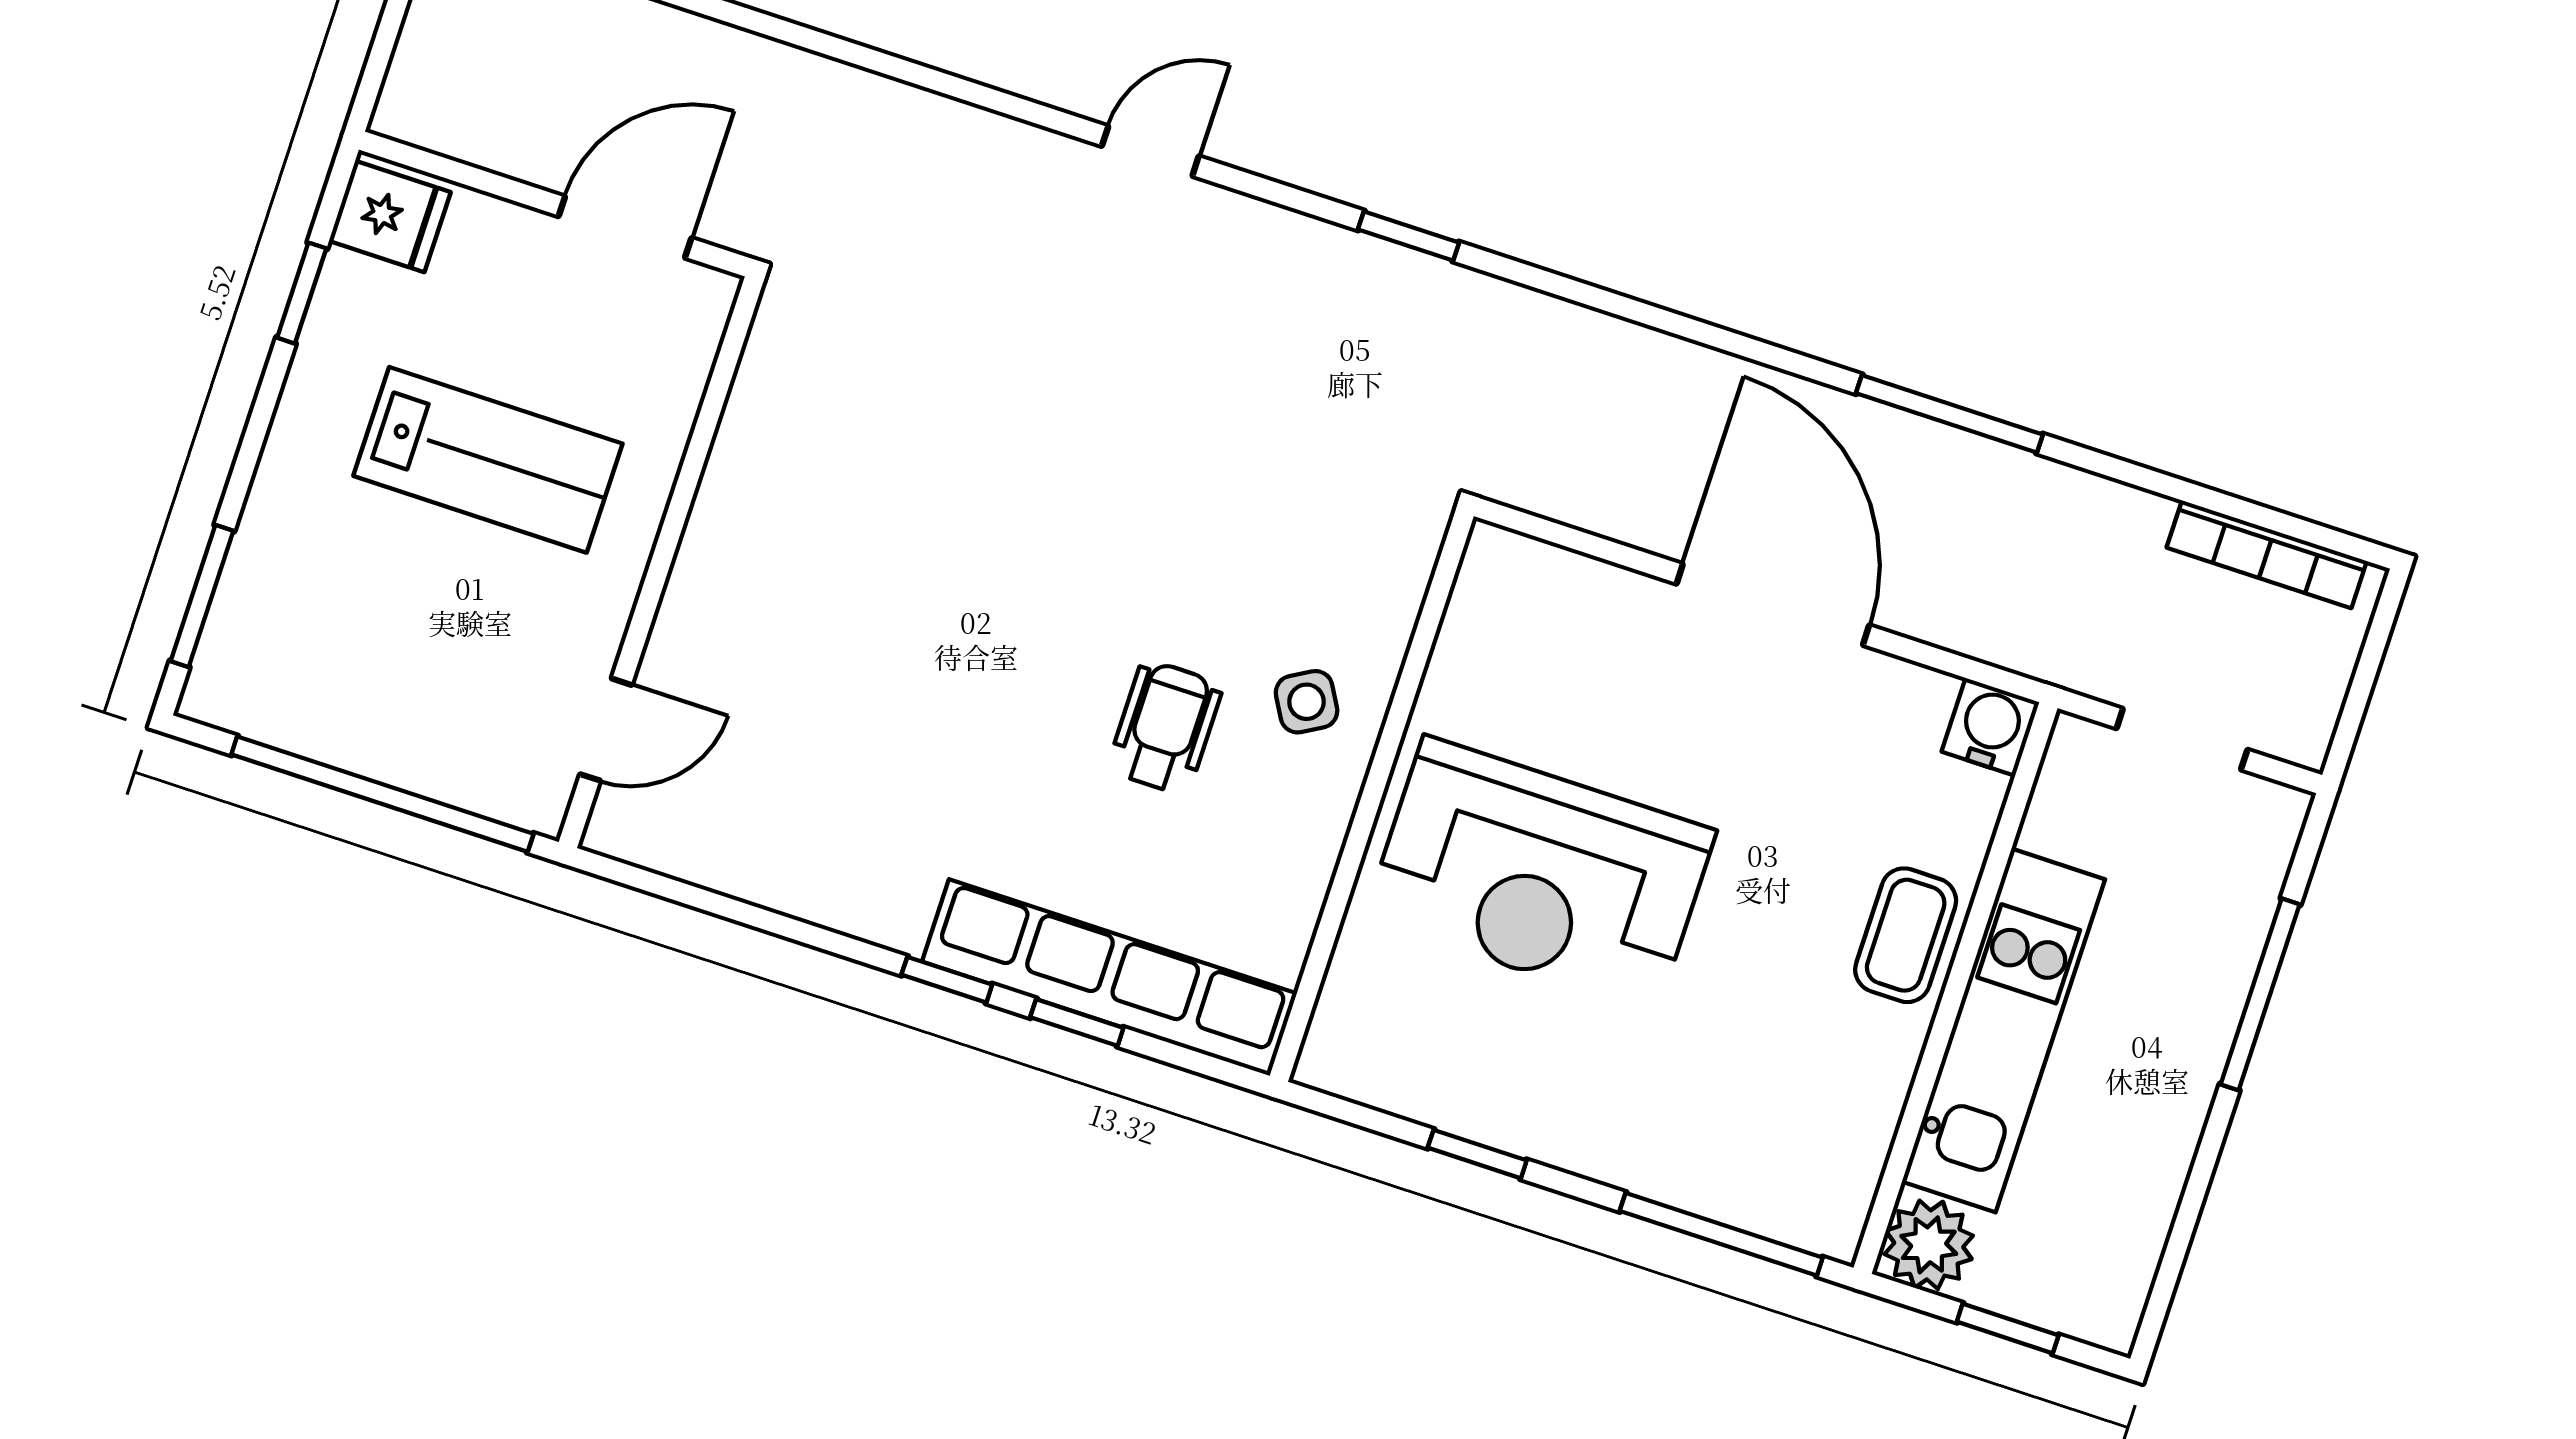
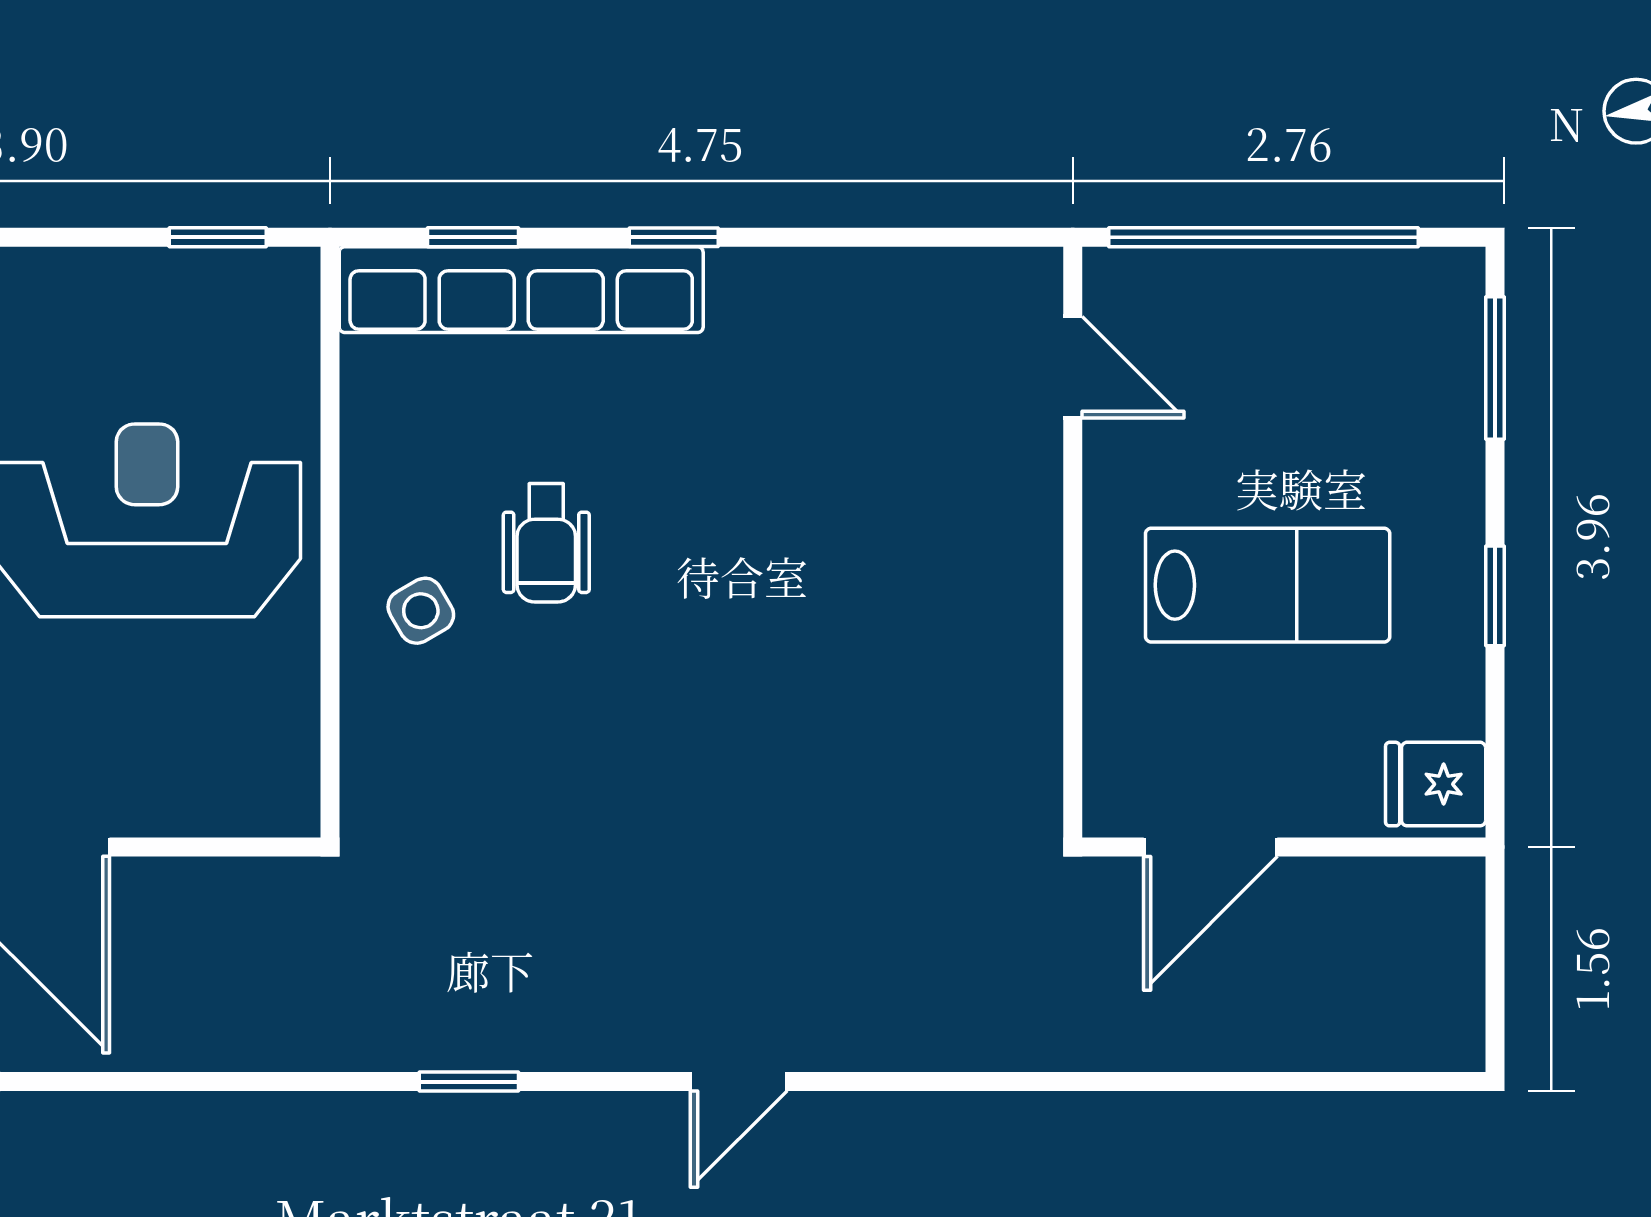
window: (302, 293) -> (1495, 596), moved
lab bench: (488, 460) -> (1268, 585), turned 180
door: (606, 730) -> (1073, 367), swing flipped
window: (1077, 1022) -> (473, 237), moved
window: (1477, 1154) -> (218, 237), moved

